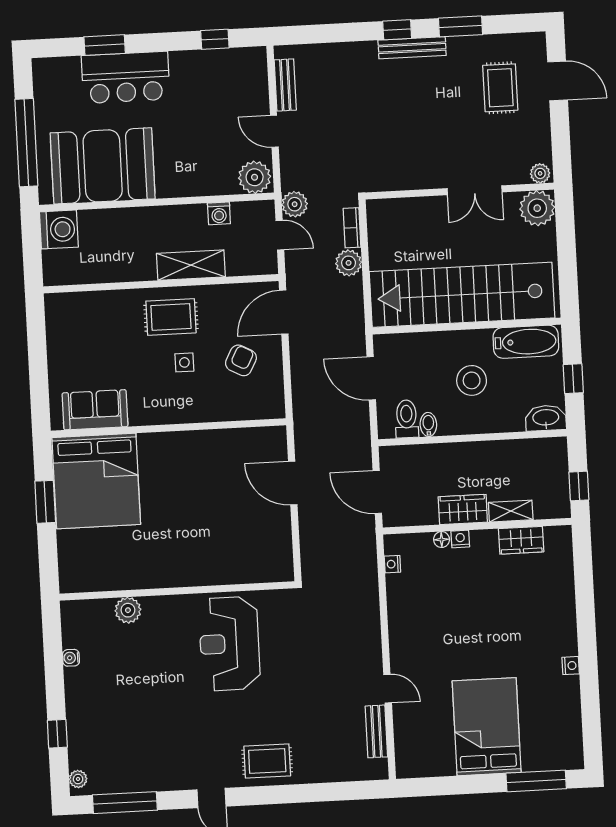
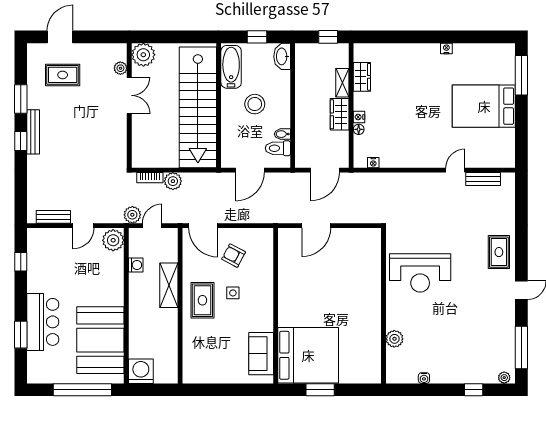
plant: (540, 173) -> (120, 68), moved

